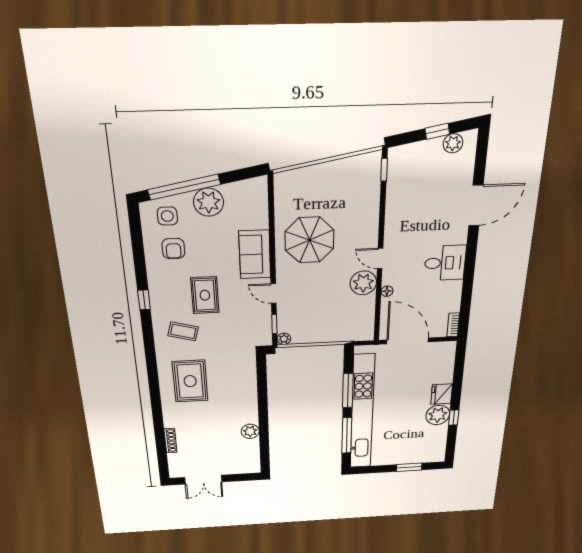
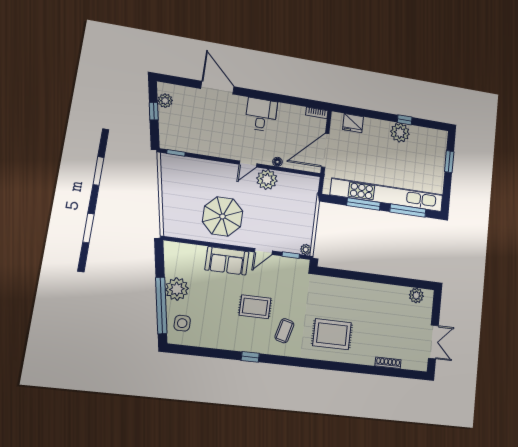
armchair: (173, 249) -> (210, 324), removed
fridge: (442, 394) -> (353, 123), moved
plant: (250, 431) -> (416, 295), moved

